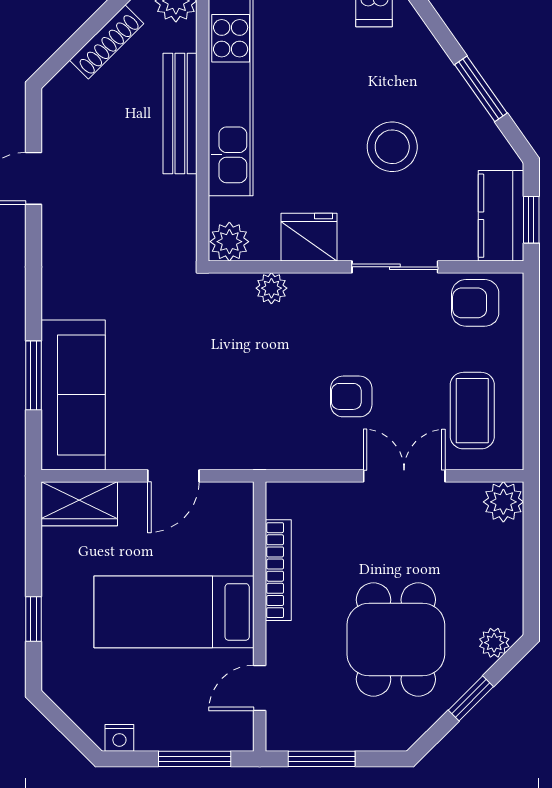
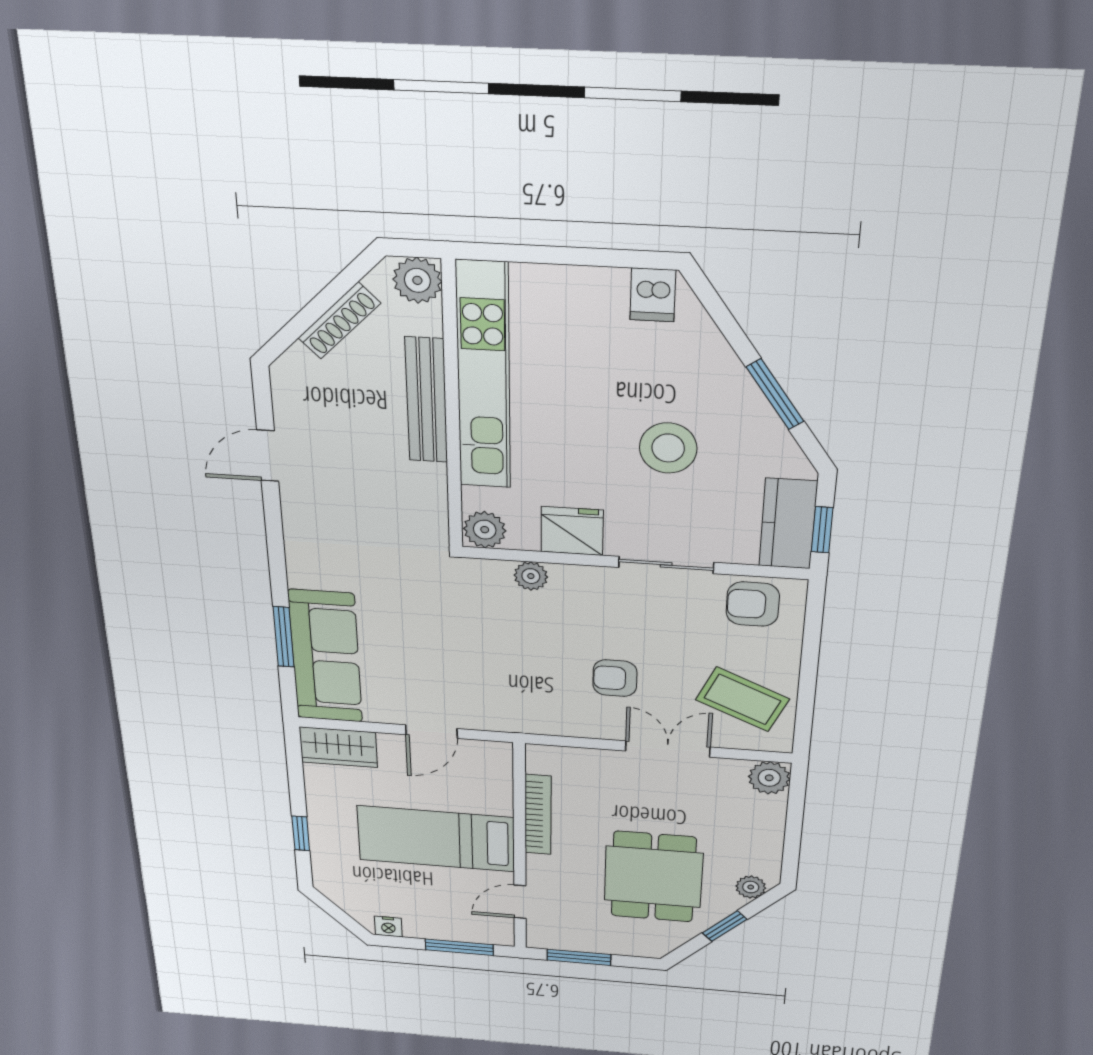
coffee table: (472, 411) -> (742, 699), turned -66

